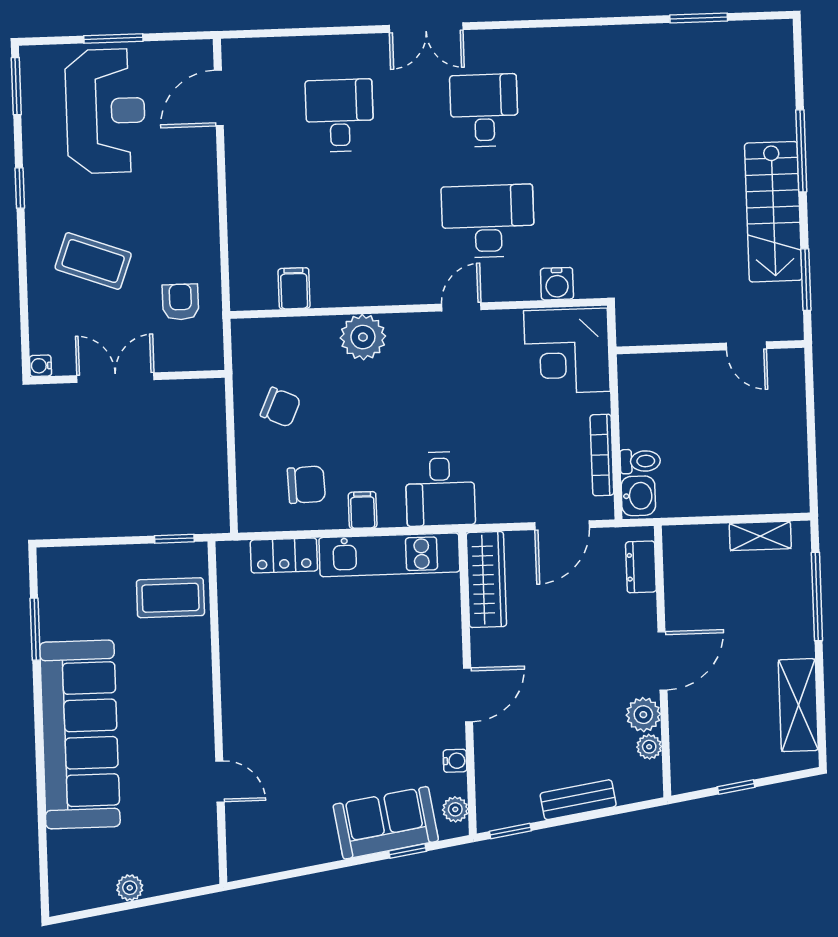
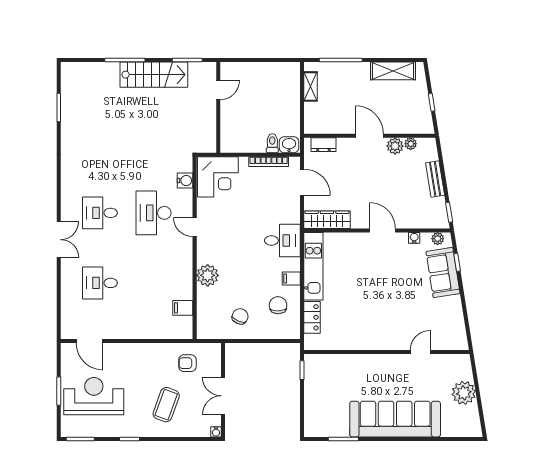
coffee table: (170, 598) -> (330, 373), removed
plant: (130, 888) -> (464, 393), width x1.88, depth x1.88

